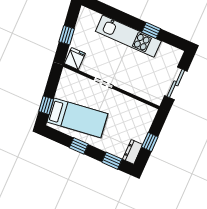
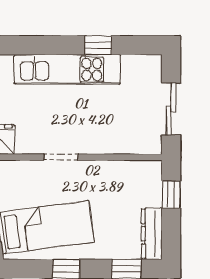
window: (150, 142) -> (171, 194), moved
dresser: (133, 152) -> (152, 234), width x1.44

